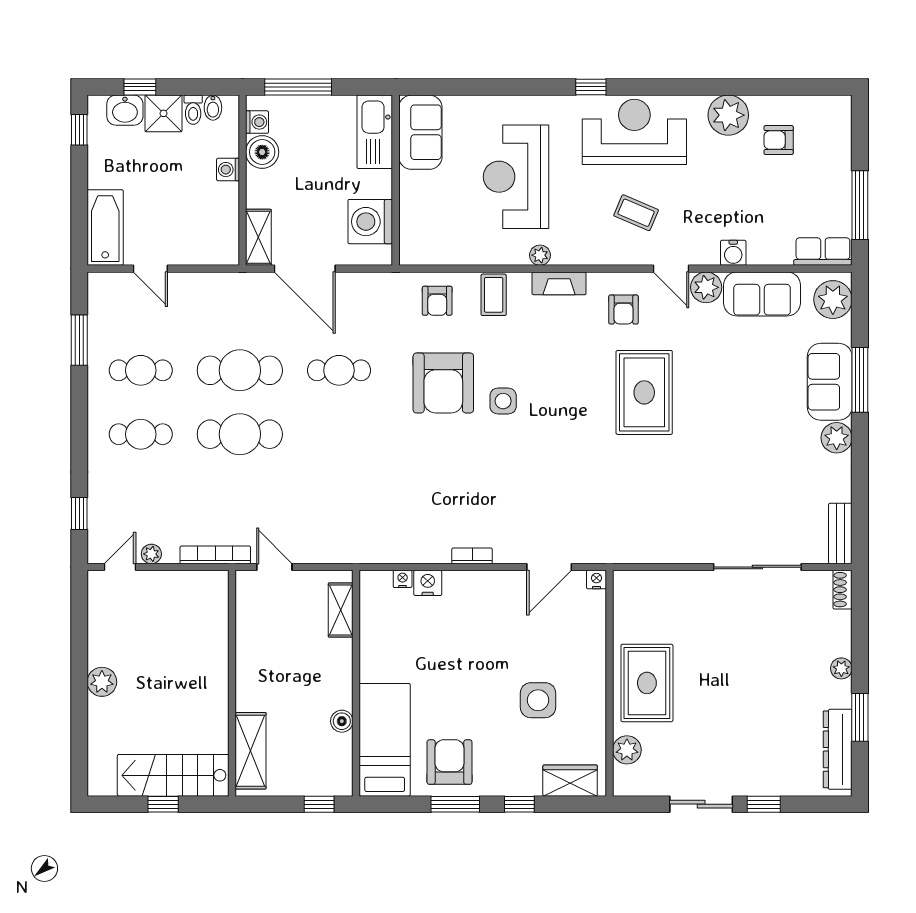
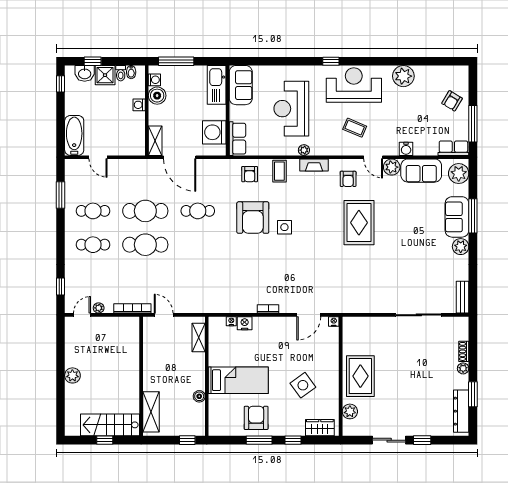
armchair: (779, 140) -> (452, 101), moved, turned -59
row of seats: (414, 233) -> (237, 139), added
shoe rack: (843, 590) -> (464, 351), moved
side table: (538, 700) -> (303, 385), turned -36
bed: (385, 740) -> (238, 380), moved, turned 90

